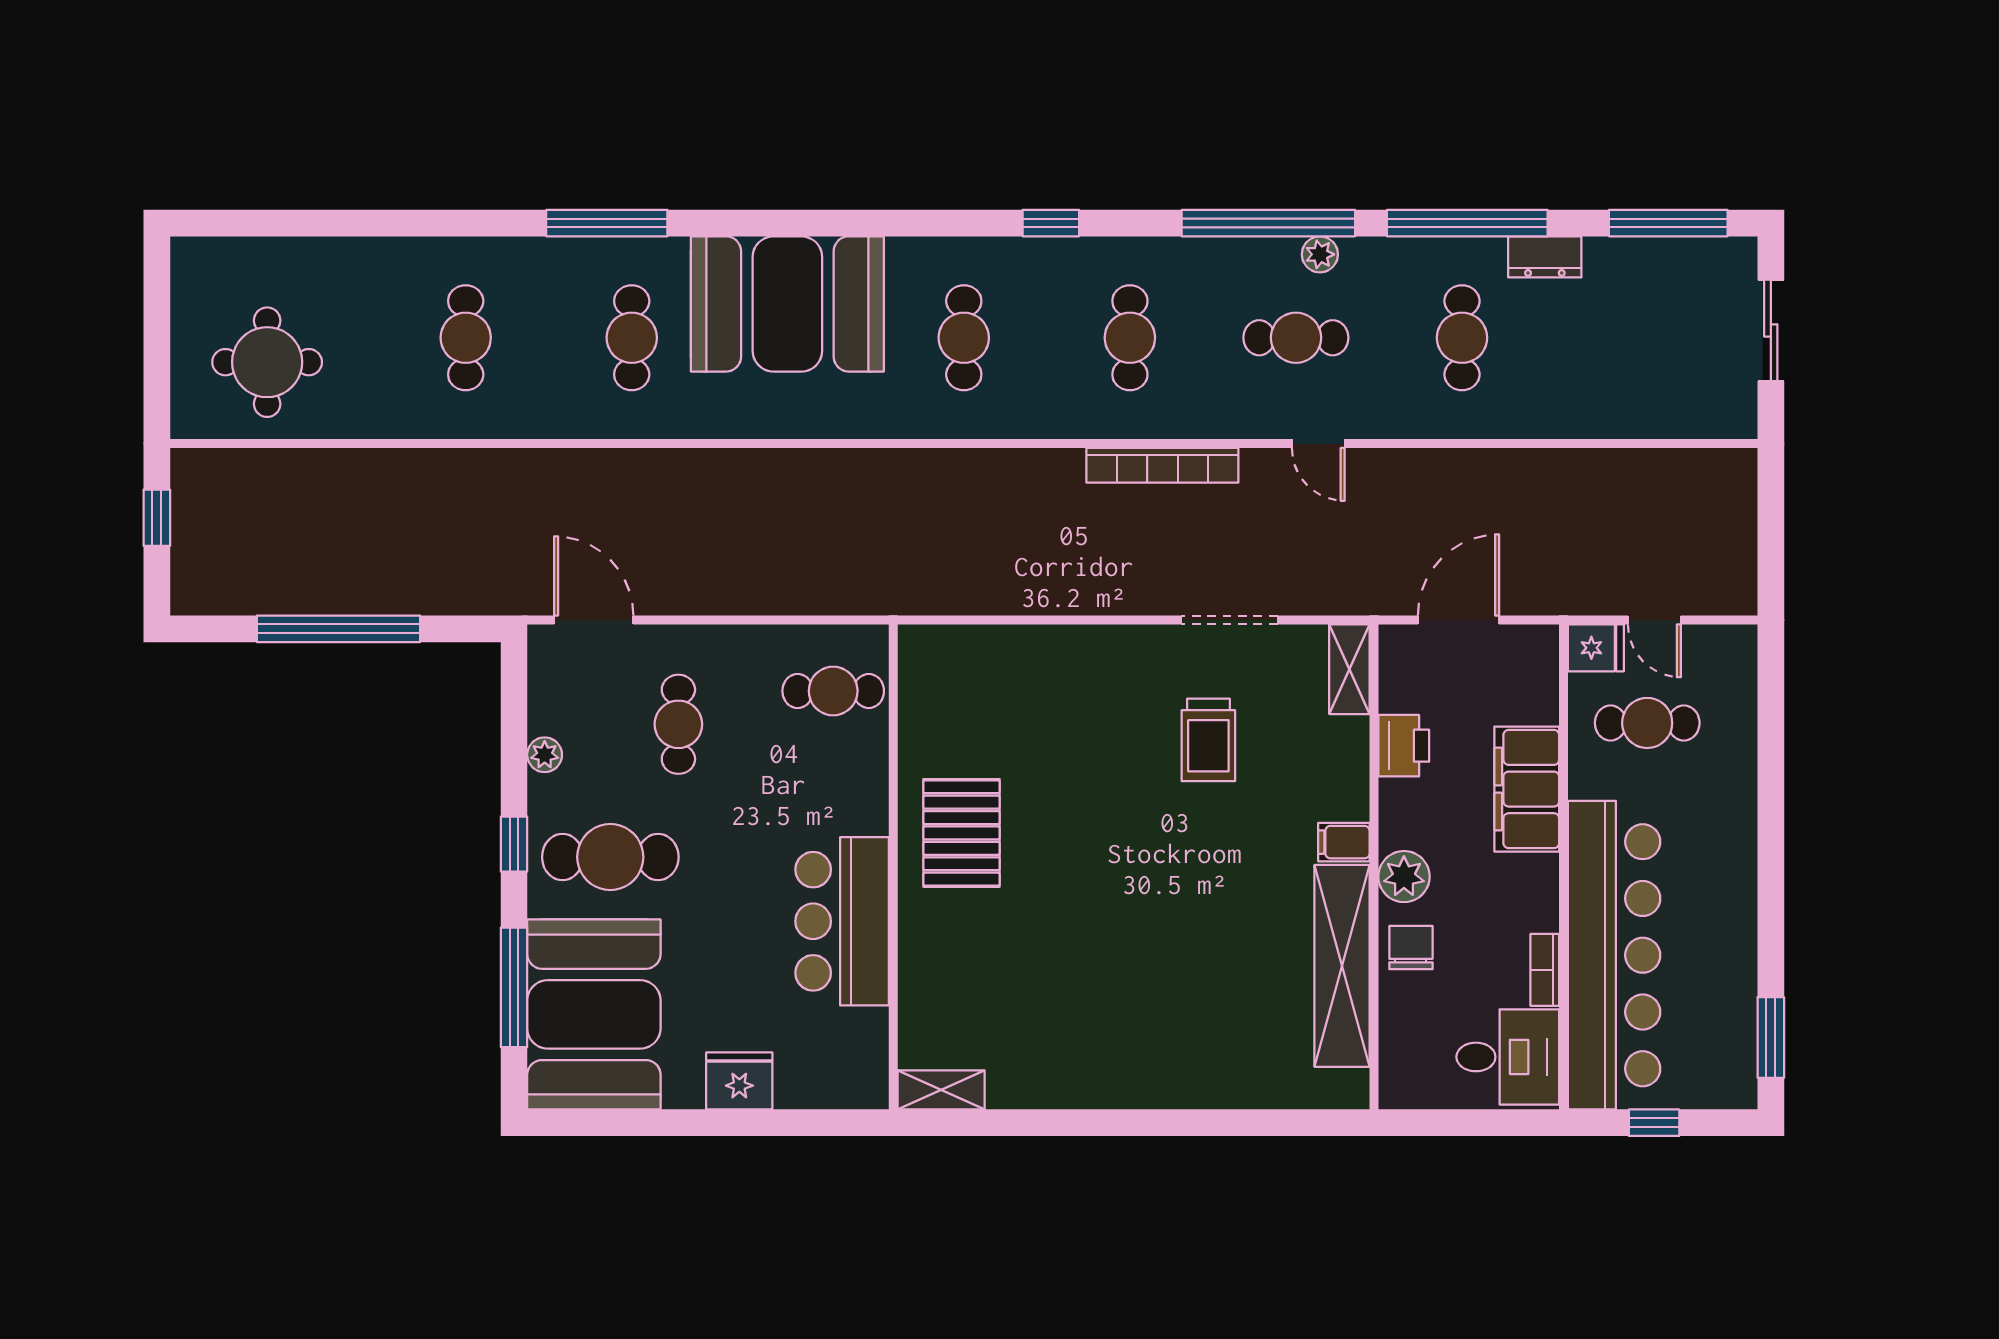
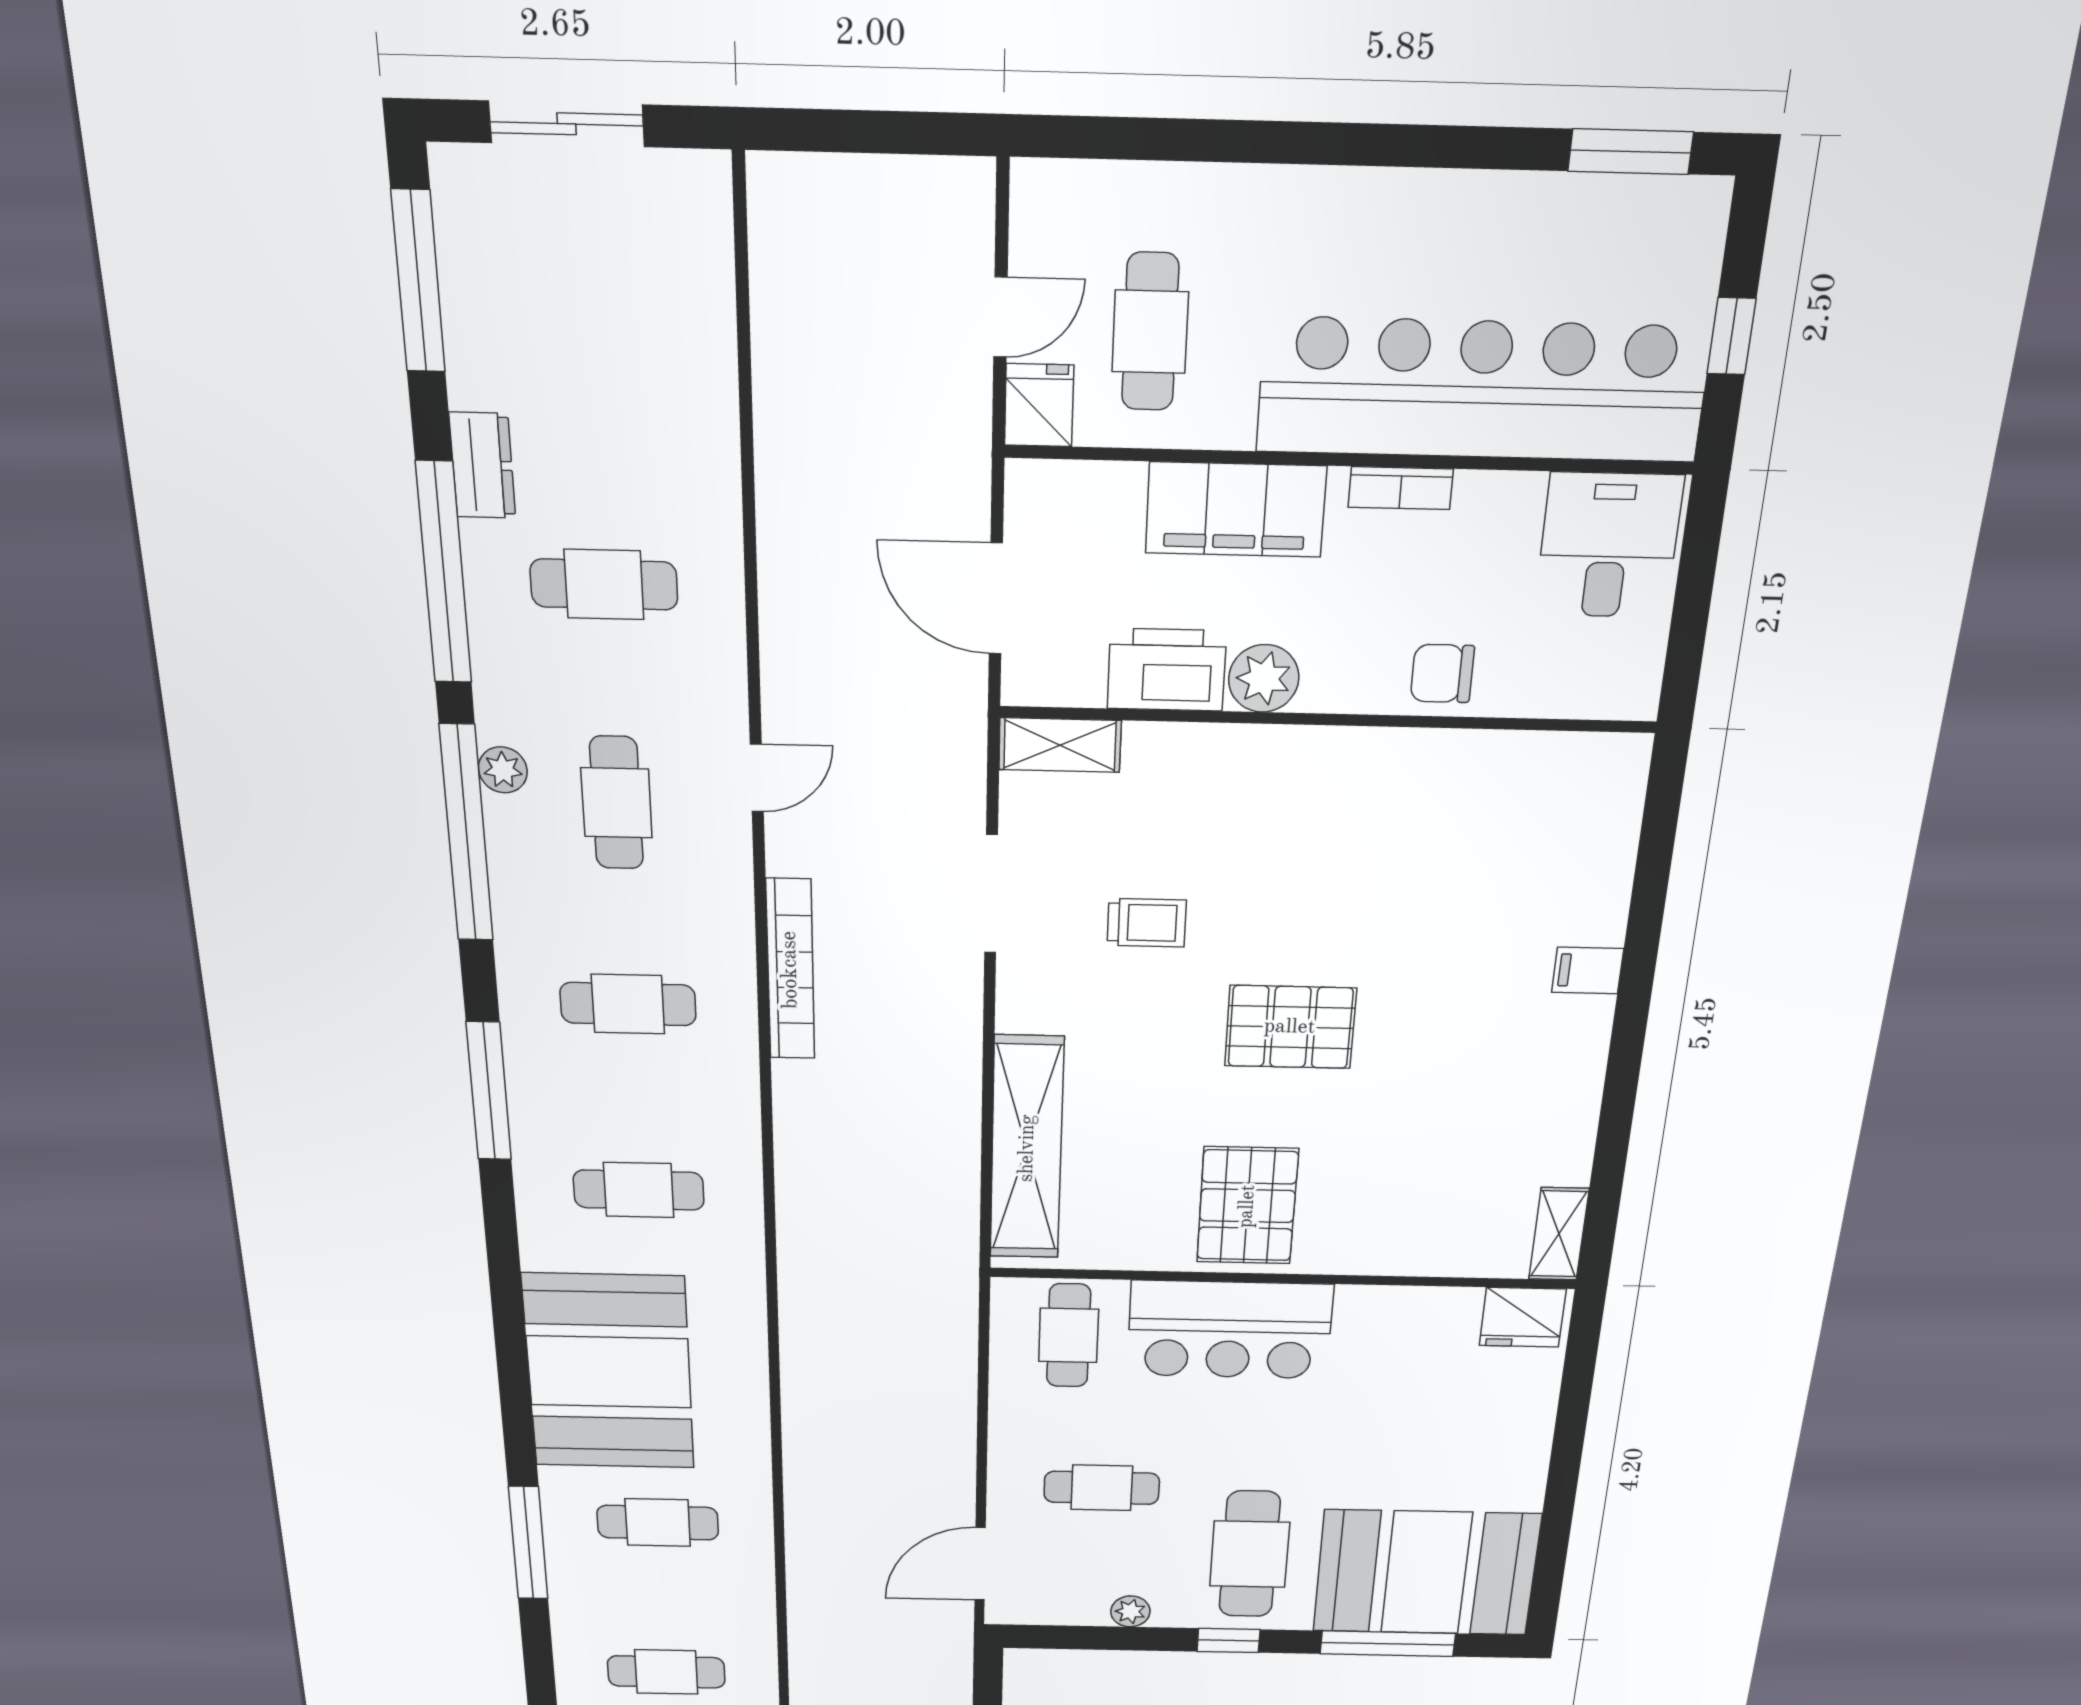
window: (1051, 223) -> (489, 1091), width x2.17
trolley: (1208, 740) -> (1147, 923), width x0.73, depth x0.72
printer: (1404, 746) -> (1167, 670), width x1.37, depth x1.19
pallet: (961, 833) -> (1247, 1206), turned 90
filing cabinet: (1344, 842) -> (1588, 970), moved, turned 90
pallet: (1123, 857) -> (1290, 1027), added
plant: (1404, 877) -> (1264, 678), moved
bar counter: (842, 921) -> (1230, 1330), moved
shelving: (1342, 966) -> (1027, 1148), moved, turned 90
bookcase: (1545, 970) -> (1401, 488), moved
fridge: (739, 1081) -> (1523, 1317), moved, turned -90

